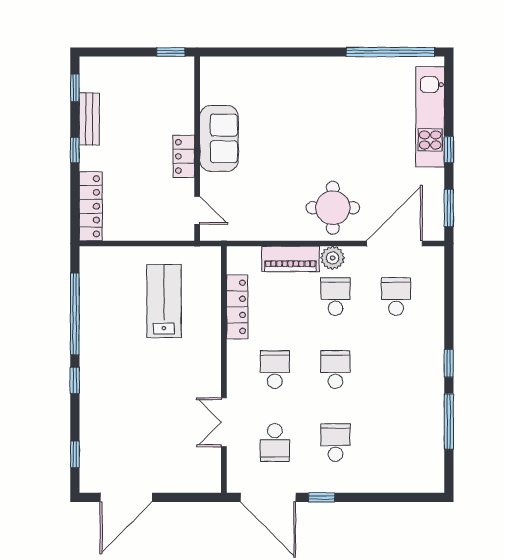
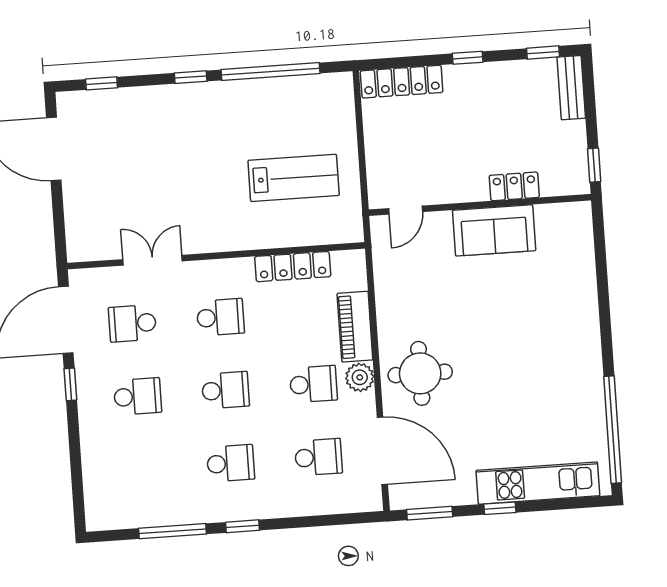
bench: (89, 119) -> (571, 88), moved, turned 90
locker: (184, 156) -> (514, 186), moved
school desk: (396, 370) -> (231, 463), added

